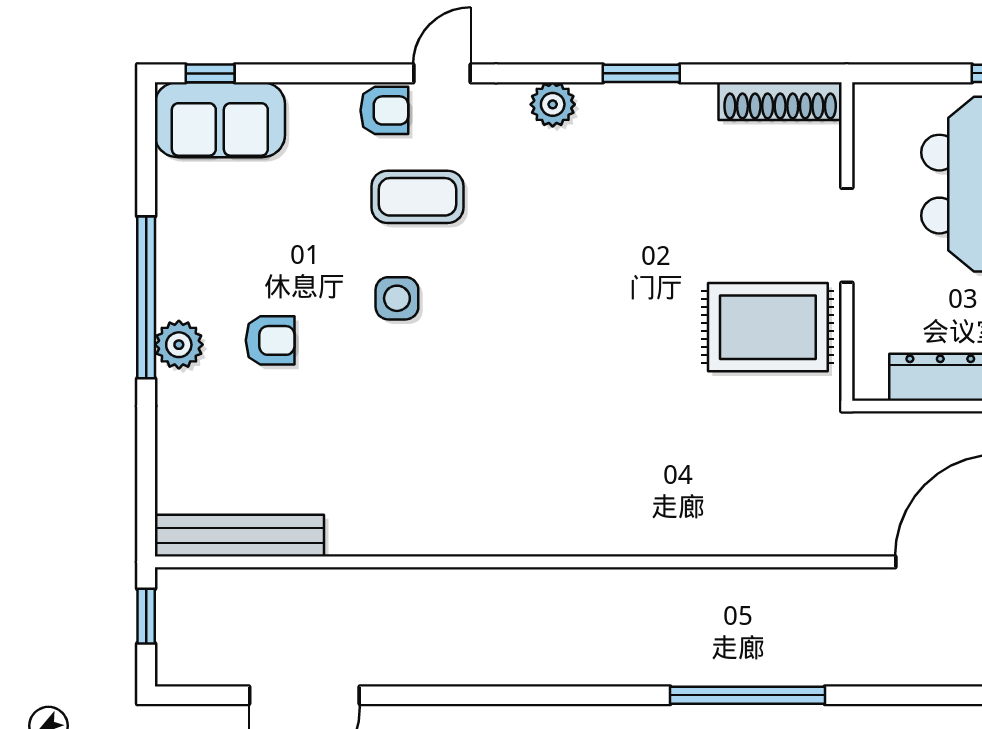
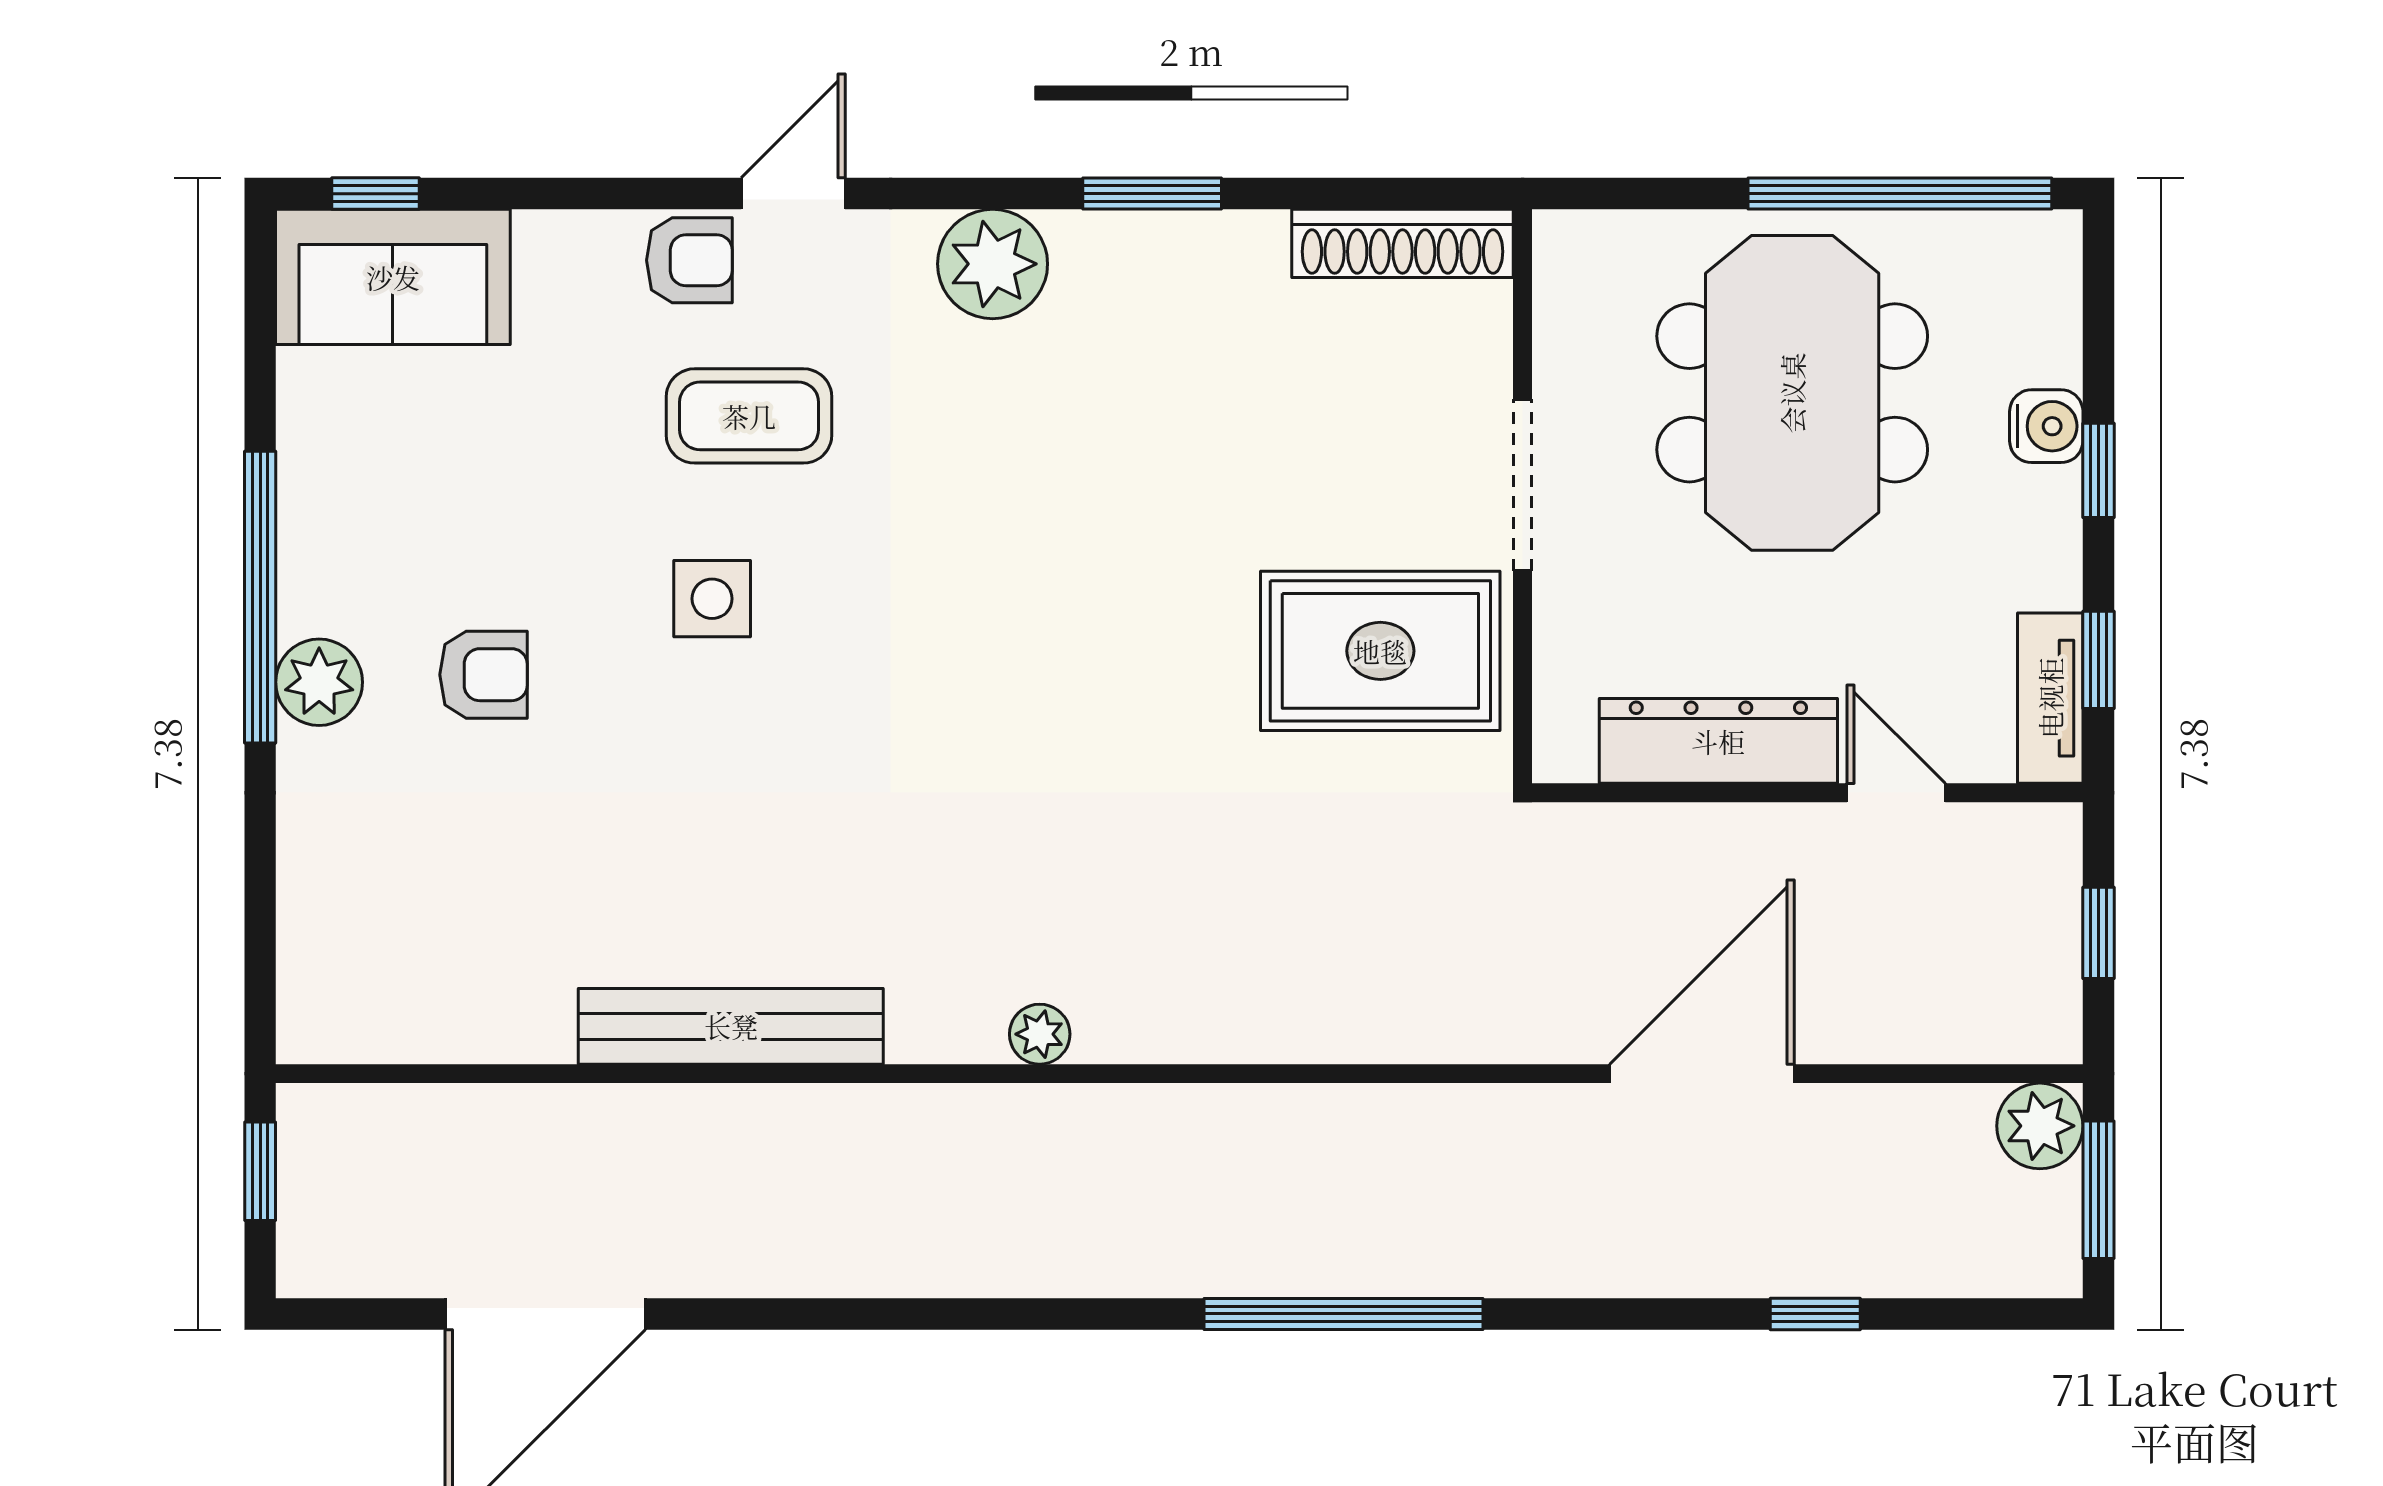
plant: (553, 104) -> (993, 264), width x1.36, depth x1.36
bench: (239, 536) -> (731, 1026), moved
plant: (579, 540) -> (1040, 1034), added

